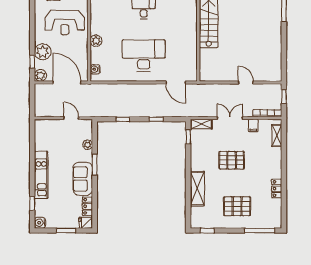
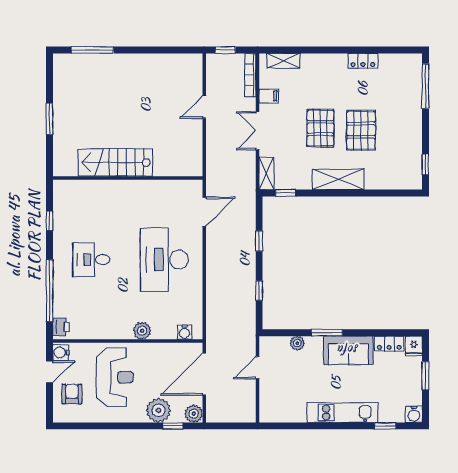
shelving: (197, 189) -> (338, 179), moved
pallet: (237, 206) -> (361, 130), moved

